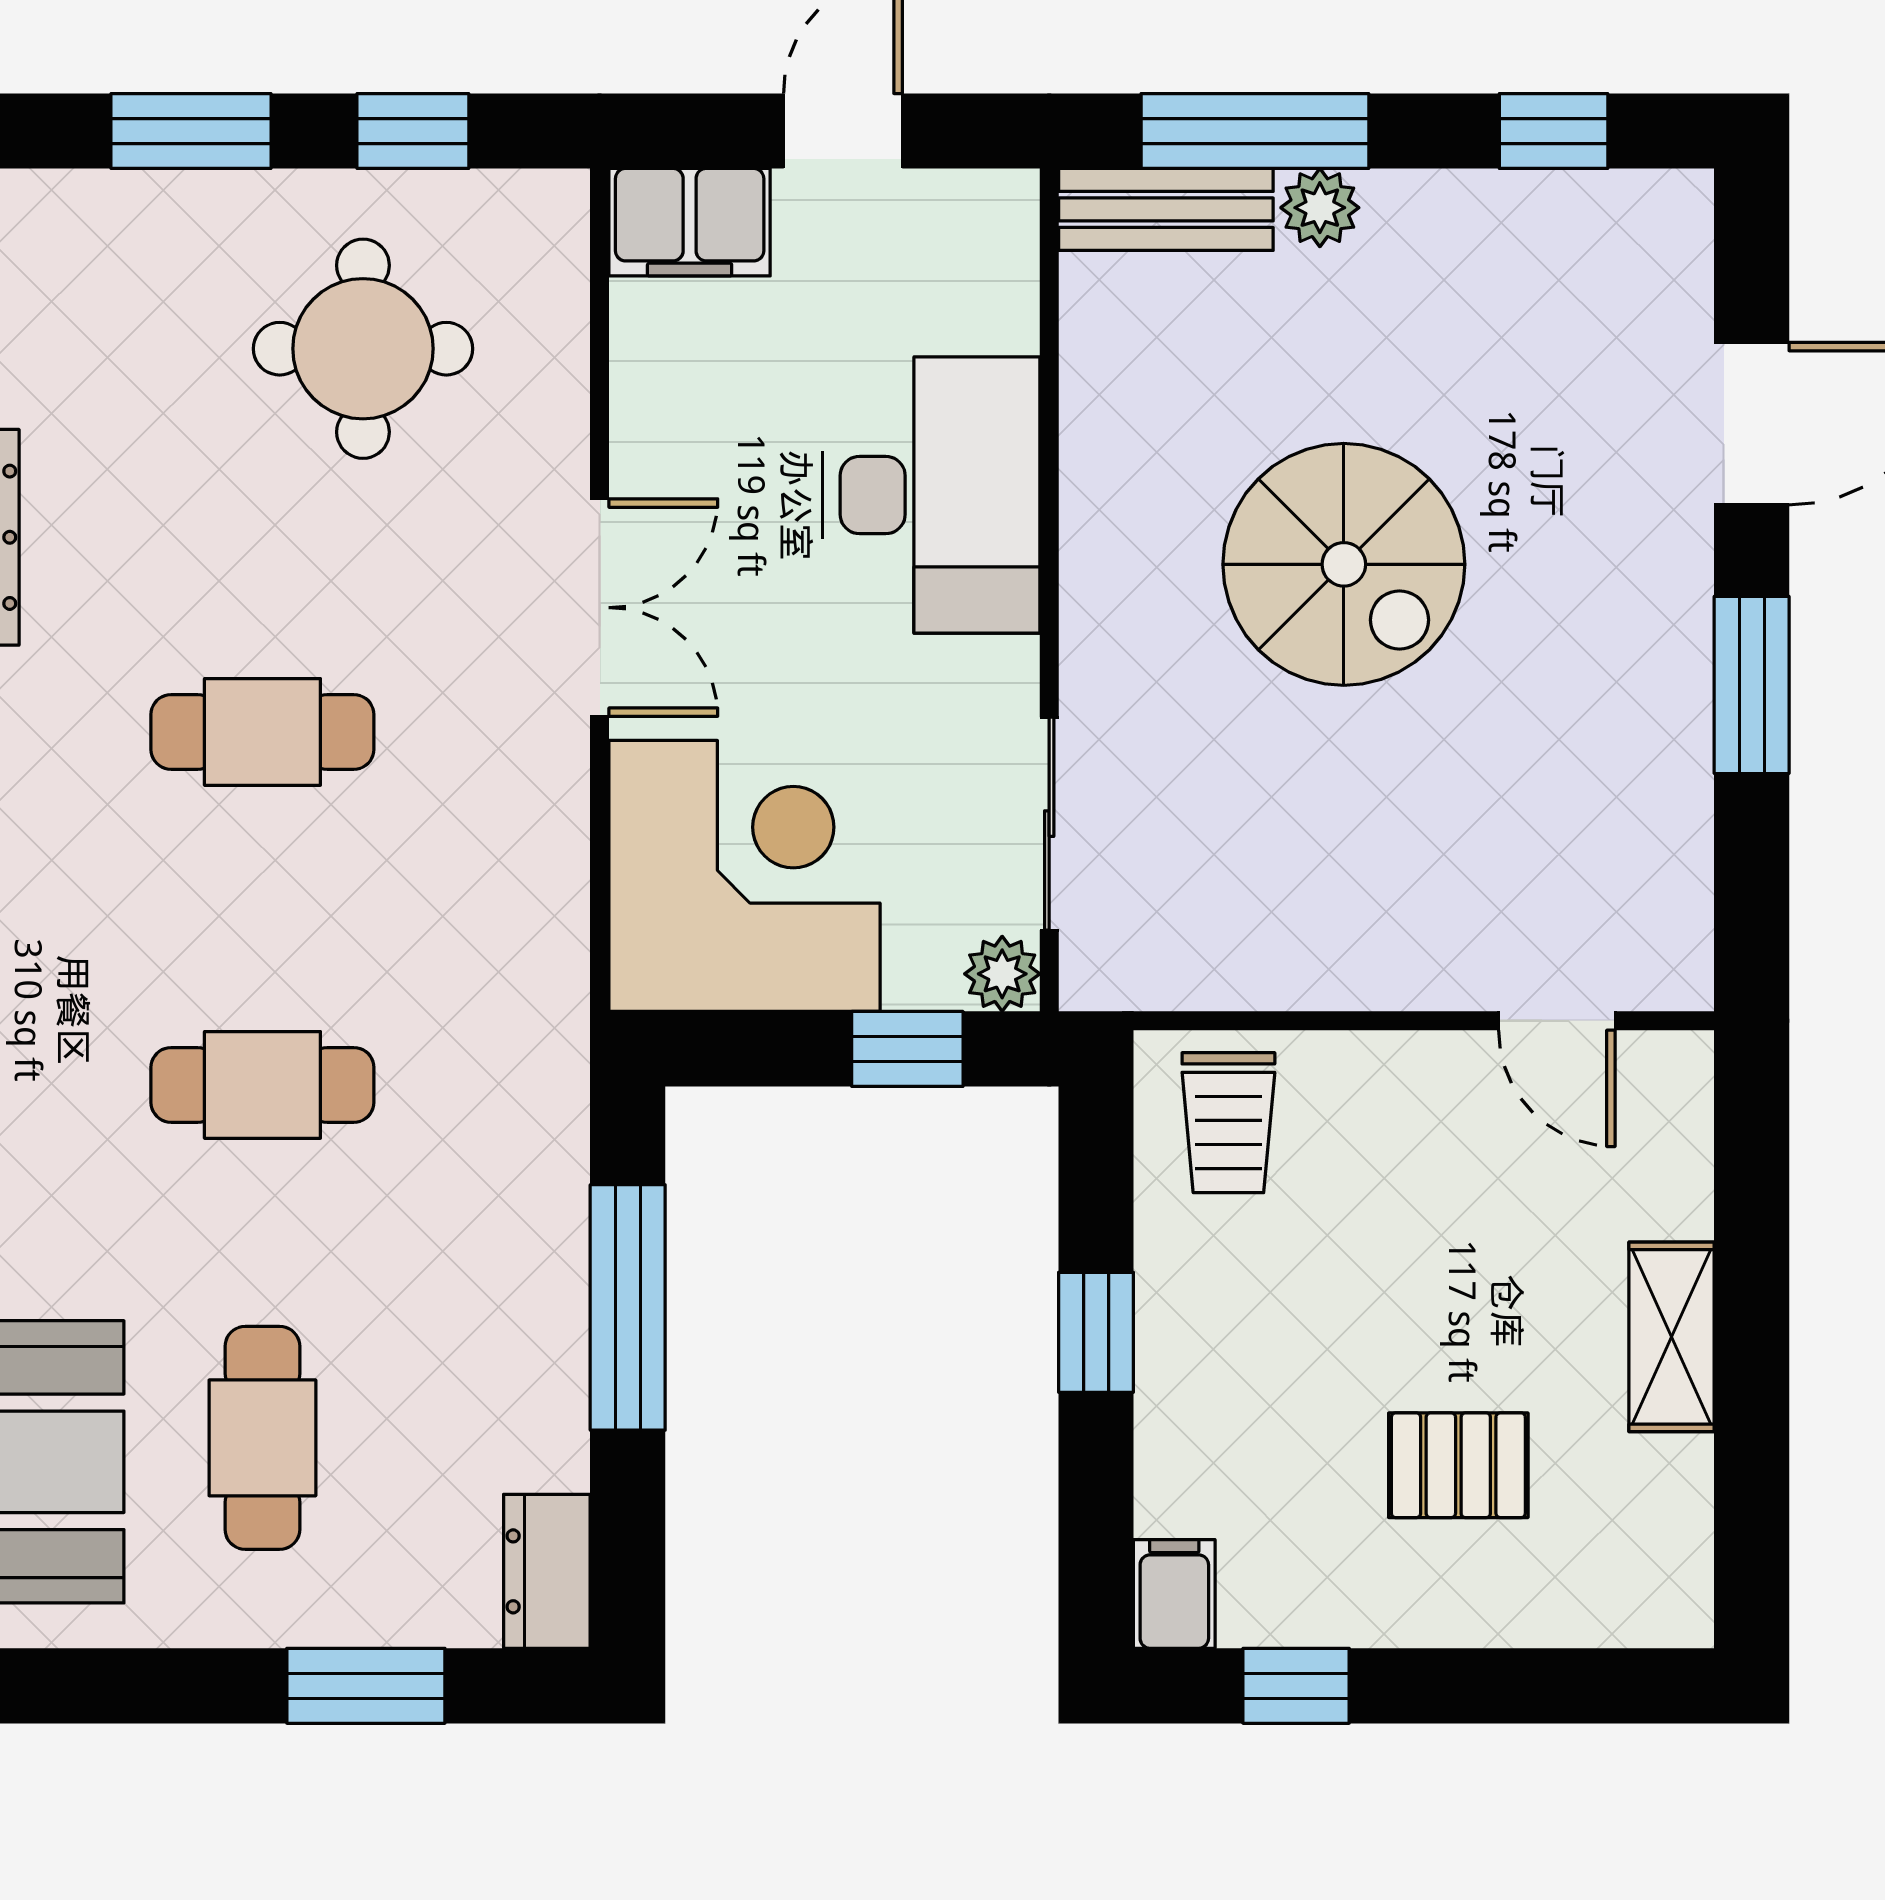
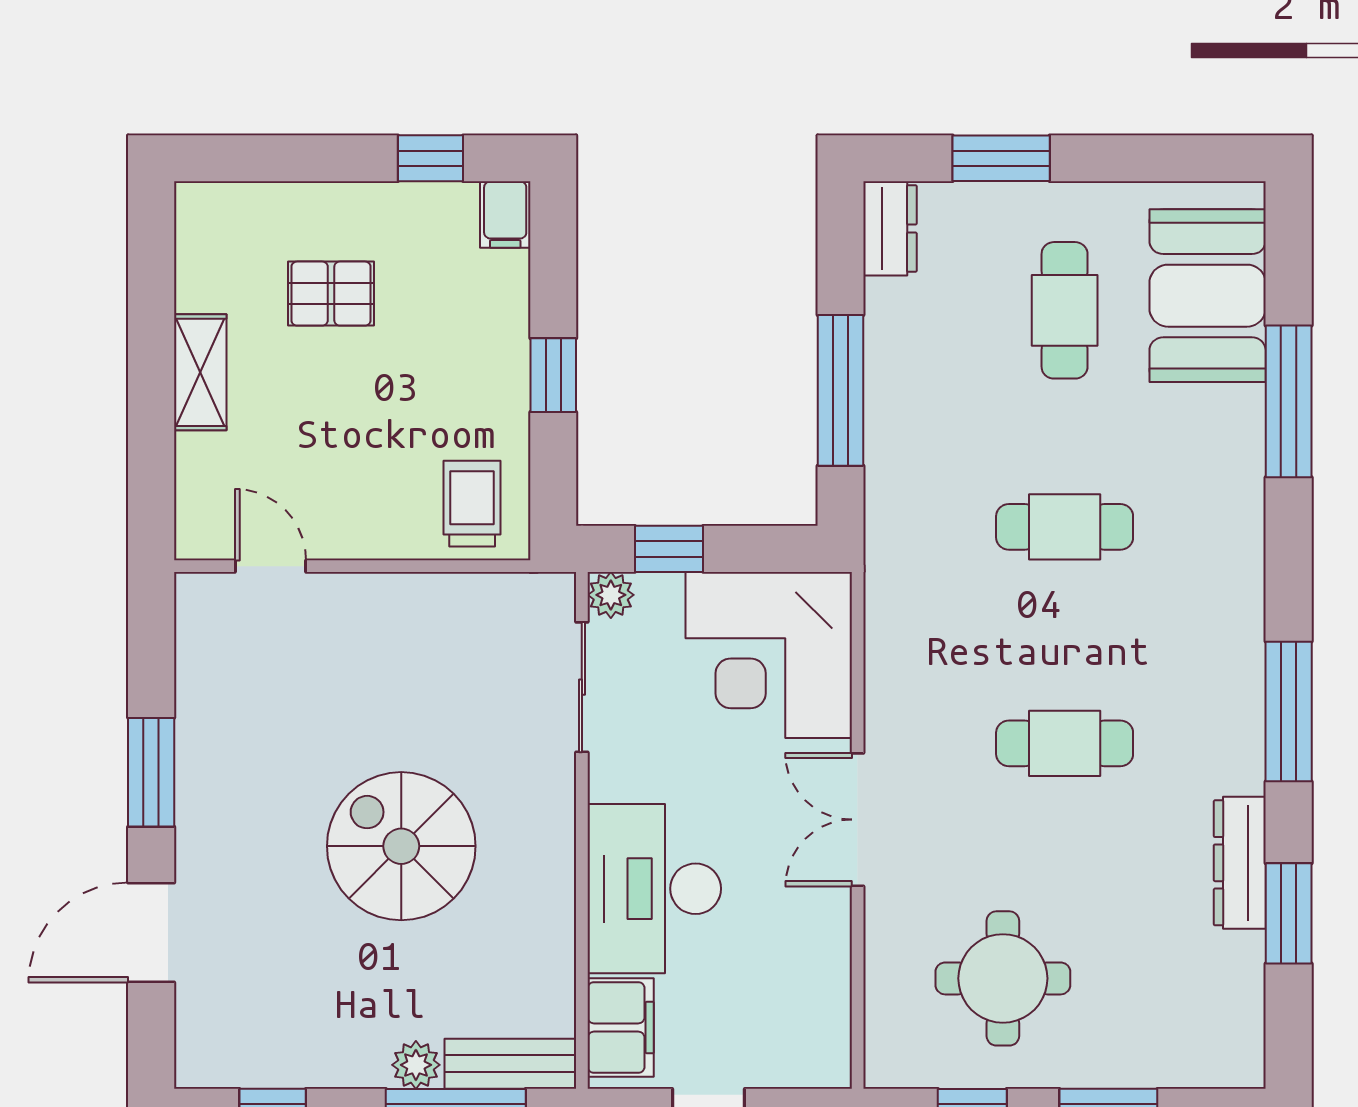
filing cabinet: (690, 222) -> (621, 1027), moved, turned 90

